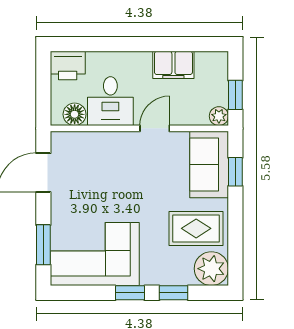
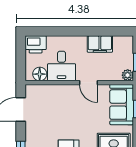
door: (155, 128) -> (88, 83), swing flipped

